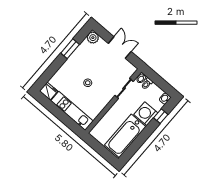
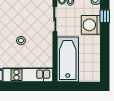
bathtub: (125, 136) -> (68, 59), moved, turned 180

